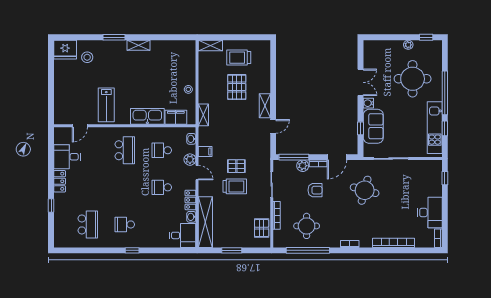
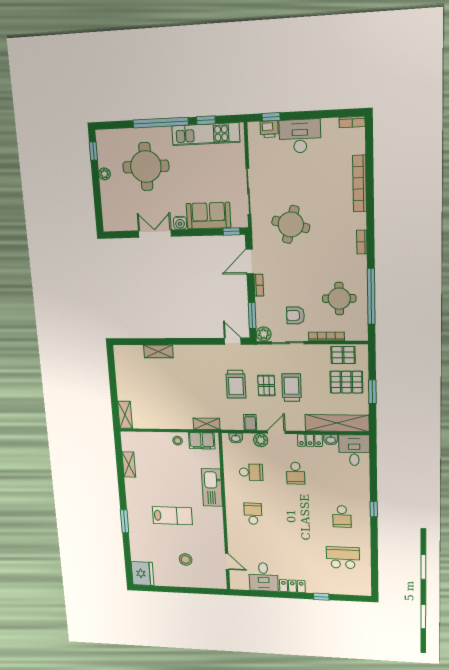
shelving: (138, 45) -> (129, 465), moved
stool: (87, 57) -> (186, 559), moved
trolley: (239, 58) -> (236, 384), moved
pallet: (237, 87) -> (346, 382), moved
lab bench: (106, 105) -> (172, 516), moved
shelving: (265, 106) -> (158, 351), moved
filing cabinet: (176, 117) -> (202, 441), moved, turned -90
door: (273, 126) -> (233, 341), moved
window: (361, 128) -> (231, 231), moved
school desk: (125, 150) -> (253, 514), width x0.54
school desk: (162, 150) -> (251, 472), turned -90
window: (294, 157) -> (252, 316), width x0.69
door: (337, 157) -> (250, 261), swing flipped
plant: (303, 166) -> (264, 334), moved
printer: (436, 176) -> (269, 129), added
armchair: (315, 190) -> (295, 315), moved, turned -90
desk: (430, 212) -> (300, 136), moved

